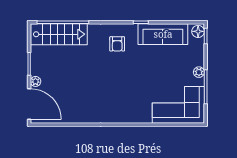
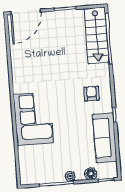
floor lamp: (198, 31) -> (91, 174), moved
armchair: (117, 44) -> (92, 94), turned 90
plant: (35, 81) -> (48, 16), removed
corner sofa: (178, 105) -> (33, 119), moved

